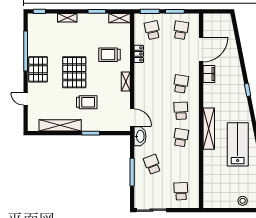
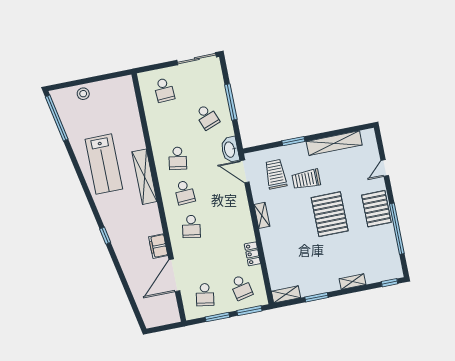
trolley: (109, 55) -> (276, 174), moved, turned -90
door: (26, 99) -> (385, 168), swing flipped

